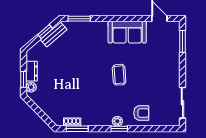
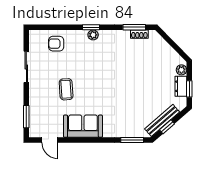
bench: (54, 35) -> (162, 120), width x1.36
coffee table: (119, 75) -> (66, 89), moved
window: (23, 79) -> (189, 89), moved
sliding door: (182, 103) -> (26, 67), moved
armchair: (141, 113) -> (56, 44), moved

